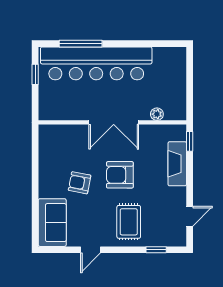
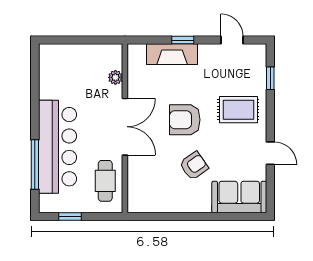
bar counter: (96, 63) -> (57, 147), width x0.73
cafe table: (66, 105) -> (105, 181), added
window: (190, 141) -> (183, 40), moved
armchair: (120, 175) -> (185, 120), turned 90
armchair: (80, 183) -> (194, 166), turned -136

